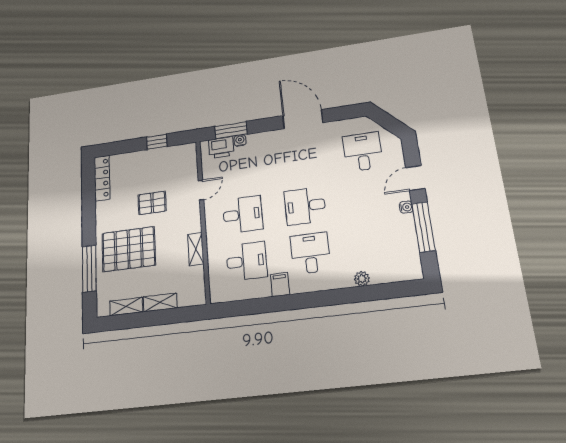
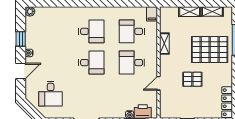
window: (423, 227) -> (21, 39), width x0.46
desk: (310, 253) -> (91, 31), turned -90
plant: (362, 279) -> (30, 11), moved
filing cabinet: (280, 285) -> (152, 14), moved

